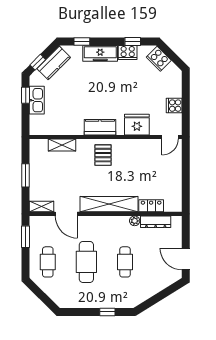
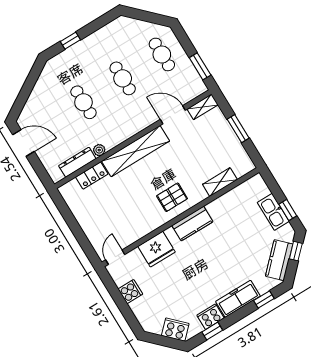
pallet: (103, 155) -> (172, 197), turned 90
cafe table: (86, 262) -> (123, 78), width x0.73, depth x0.74

